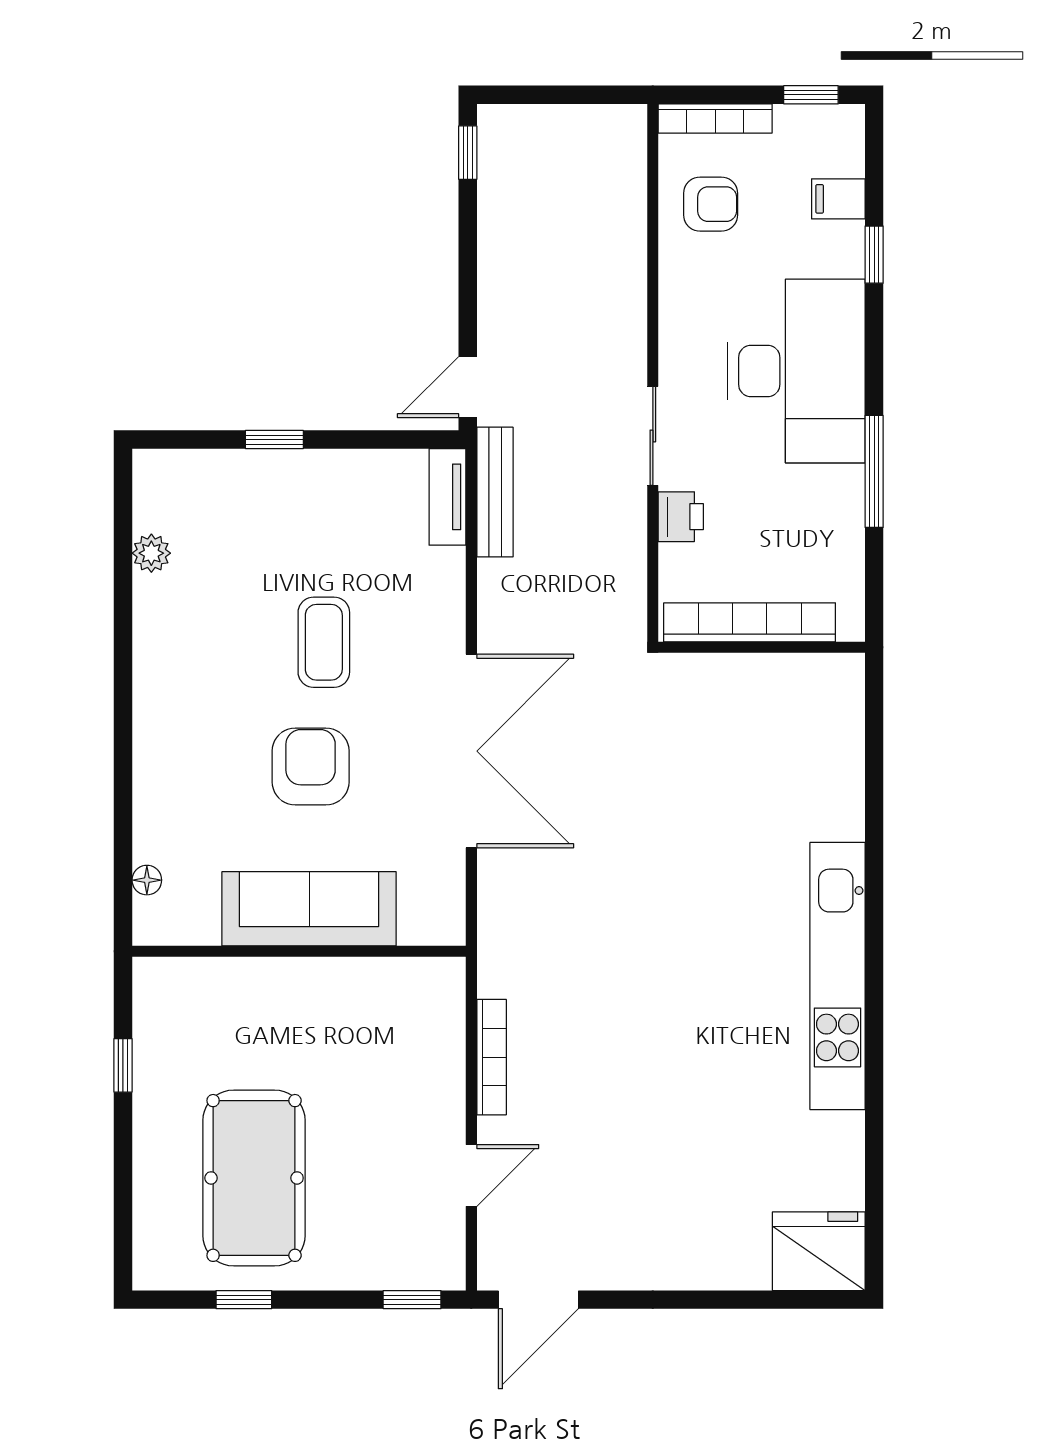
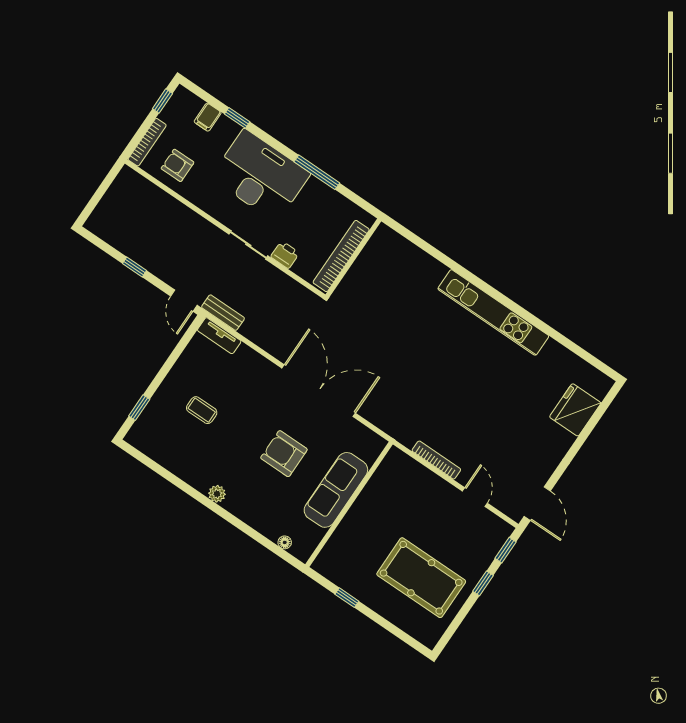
window: (468, 153) -> (135, 267), moved
armchair: (711, 204) -> (178, 165), turned -90
window: (274, 440) -> (139, 408), moved
bench: (495, 492) -> (223, 313), width x0.73
plant: (151, 553) -> (217, 494), moved
coffee table: (324, 642) -> (202, 410), moved, width x0.73, depth x0.77
fridge: (819, 1251) -> (575, 410), moved
window: (244, 1300) -> (483, 583), moved

